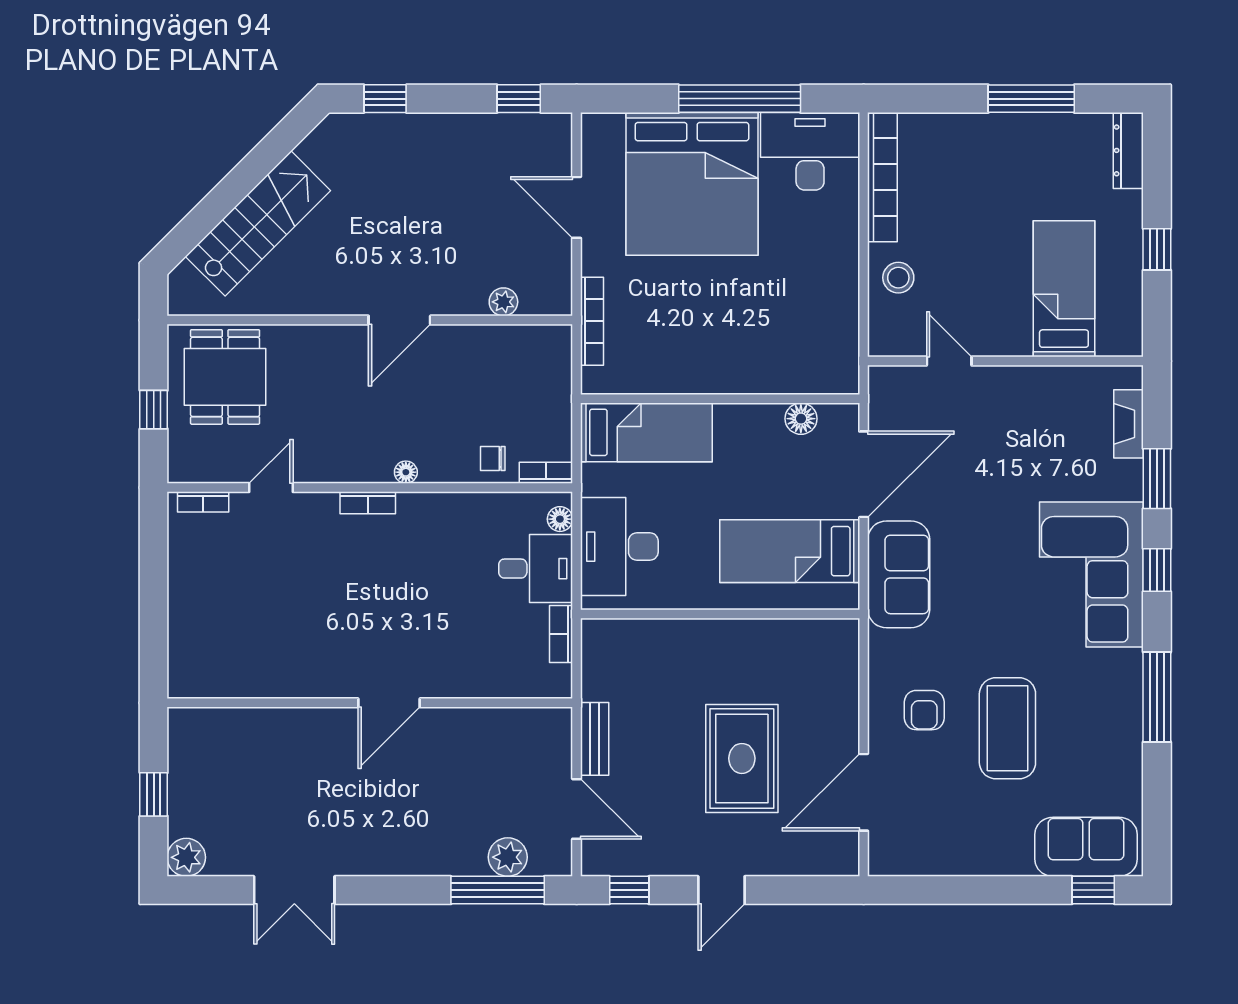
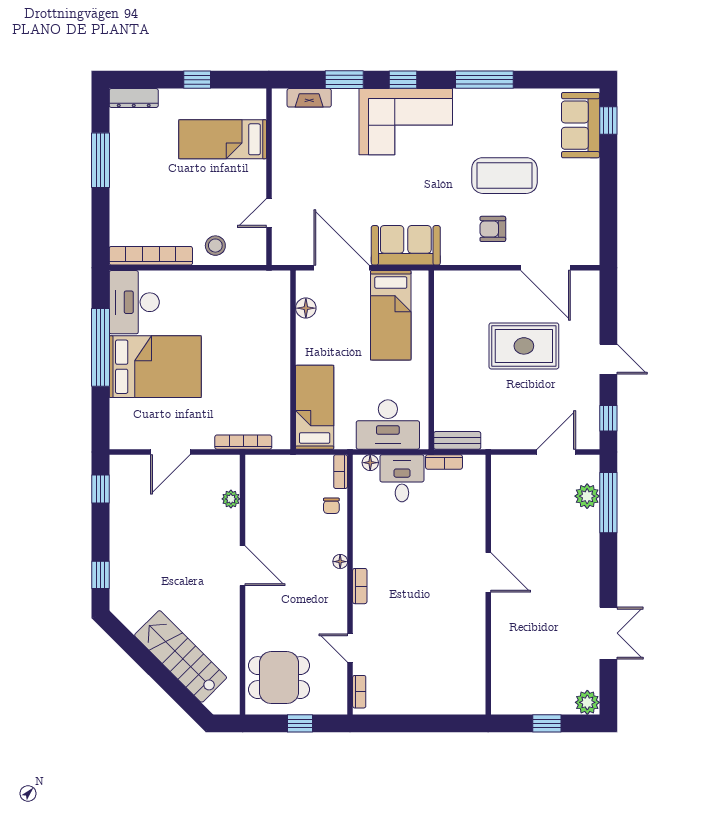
bed: (692, 184) -> (155, 367), width x0.73
armchair: (924, 710) -> (493, 229), turned 180
bench: (595, 739) -> (457, 440), moved

